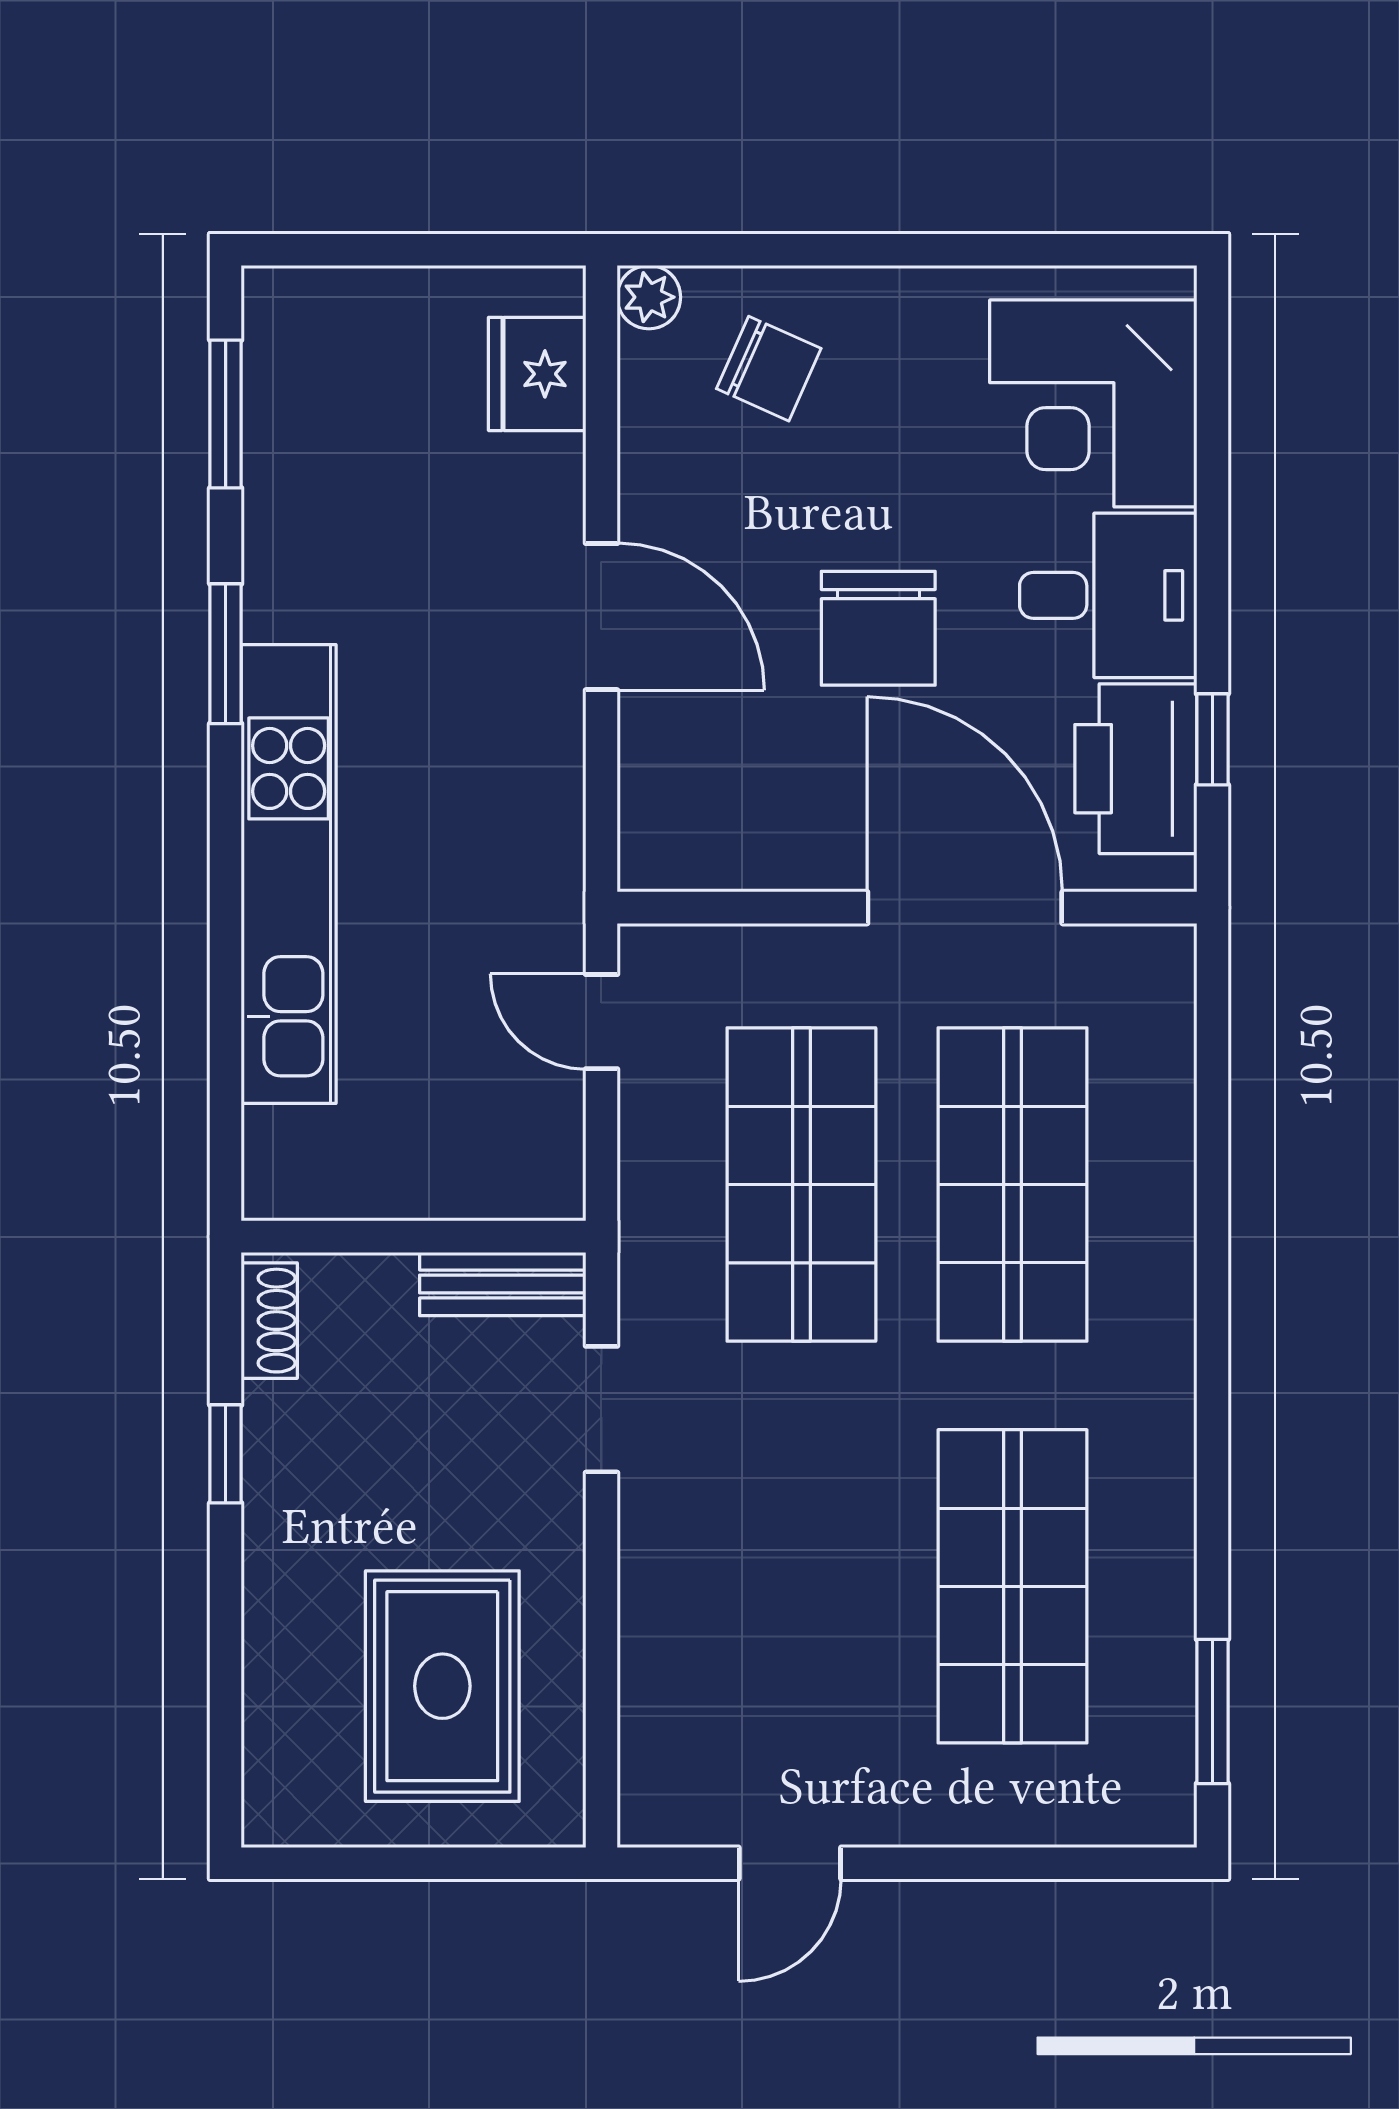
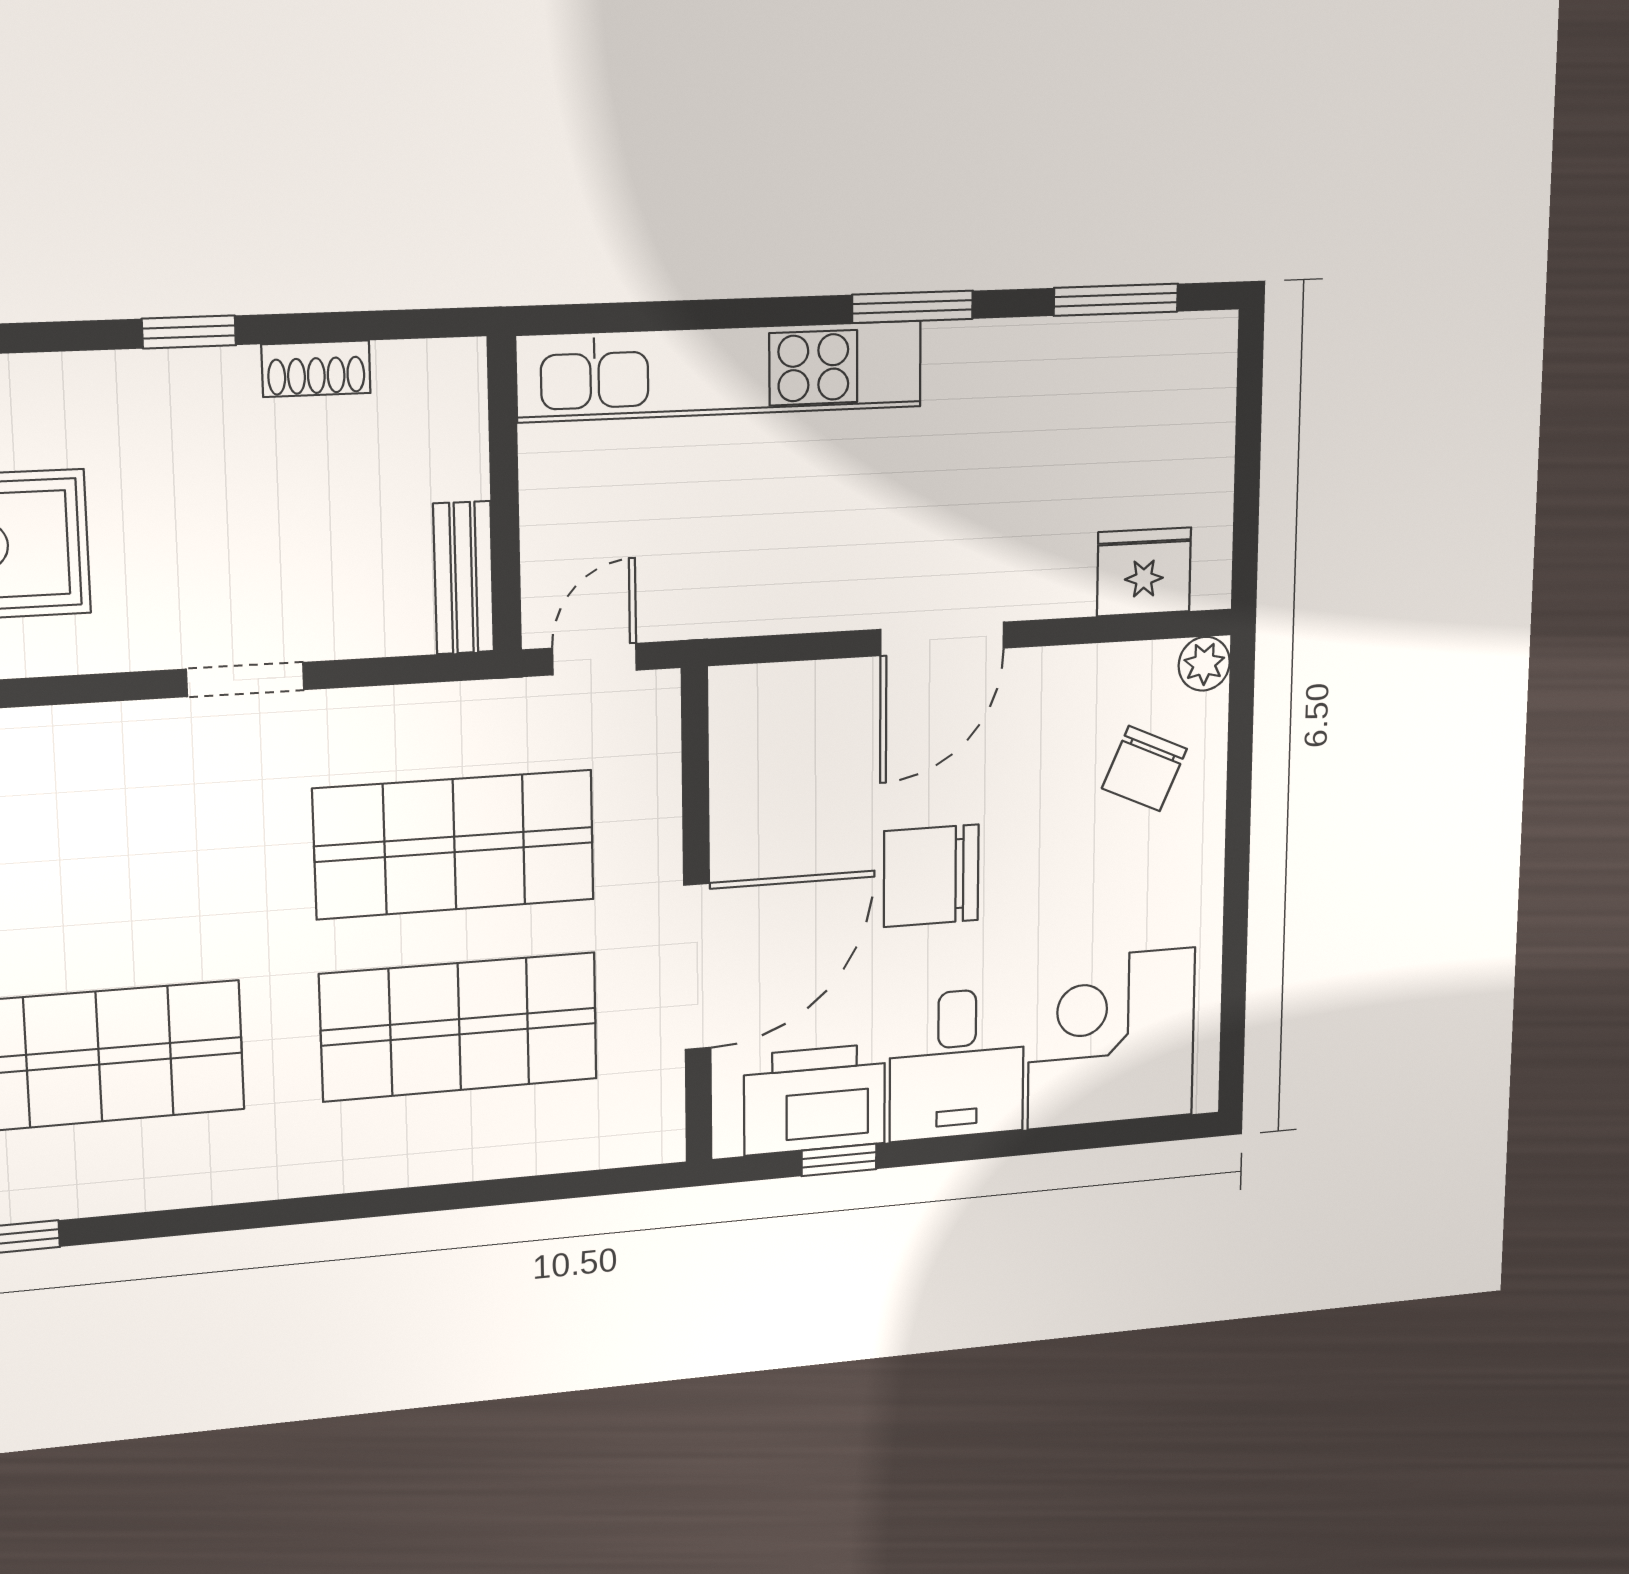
wall: (414, 1237) -> (504, 495), moved
bench: (503, 1284) -> (464, 578), moved

